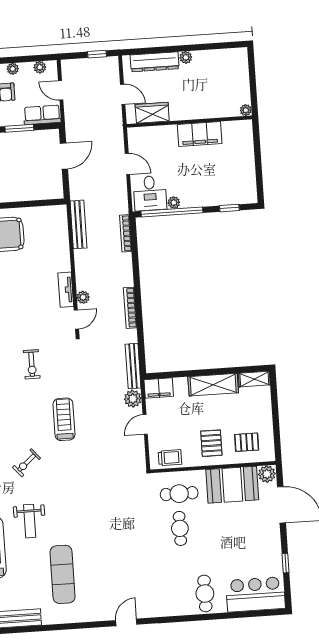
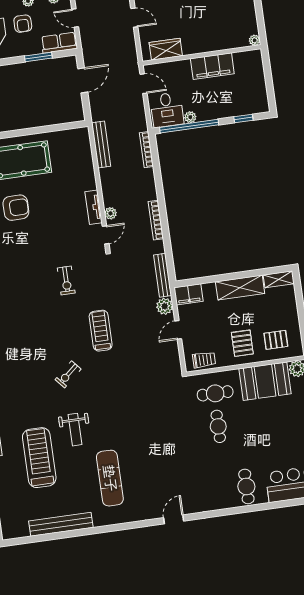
plant: (246, 110) -> (255, 40), moved
wardrobe: (152, 113) -> (166, 49), moved
wall: (189, 122) -> (202, 55), moved
filing cabinet: (200, 134) -> (212, 66), moved

